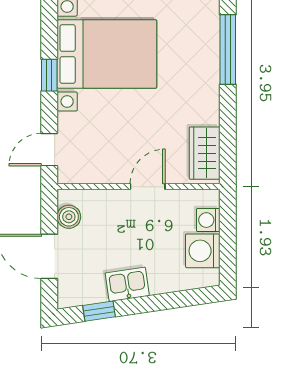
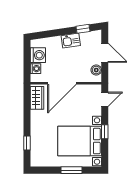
window: (228, 50) -> (27, 143), width x0.46
door: (148, 187) -> (62, 83), width x1.87

